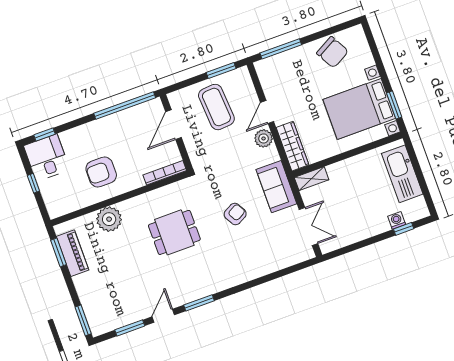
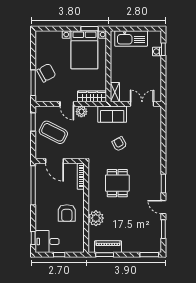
chair: (332, 52) -> (46, 73), moved
coffee table: (216, 107) -> (53, 132), turned 31

